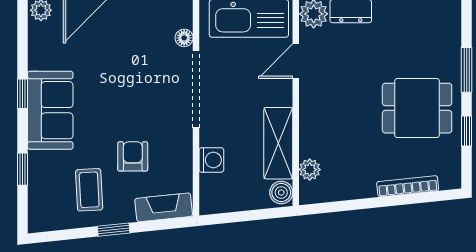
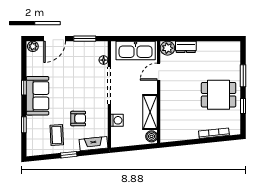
armchair: (133, 156) -> (78, 119), turned 90
plant: (310, 170) -> (166, 125), removed

